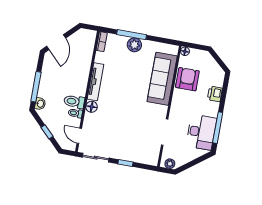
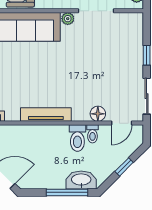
washbasin: (40, 104) -> (81, 180), width x1.91, depth x1.45
floor lamp: (92, 107) -> (98, 114), moved
plant: (163, 110) -> (68, 19), added

